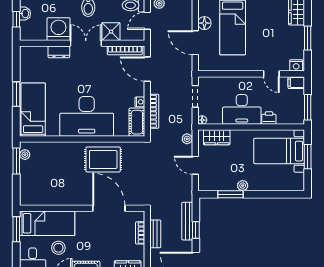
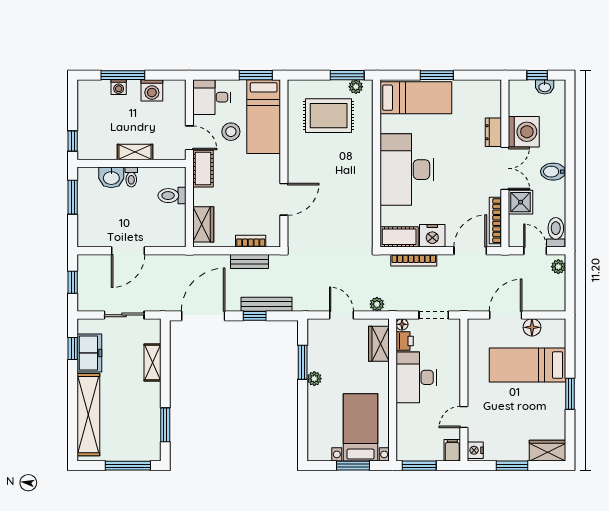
nightstand: (140, 102) -> (432, 236), width x1.89, depth x1.79
printer: (269, 118) -> (405, 341), moved
rug: (103, 159) -> (329, 116), moved, turned 90
door: (195, 165) -> (341, 315), hinge flipped
door: (109, 208) -> (284, 199), width x0.73

